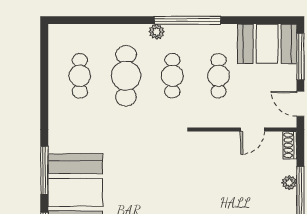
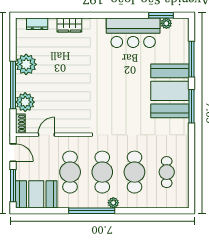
cafe table: (172, 76) -> (102, 172), width x1.37, depth x1.35
cafe table: (219, 76) -> (70, 172), width x1.37, depth x1.35
plant: (289, 183) -> (25, 102), width x1.87, depth x1.87

